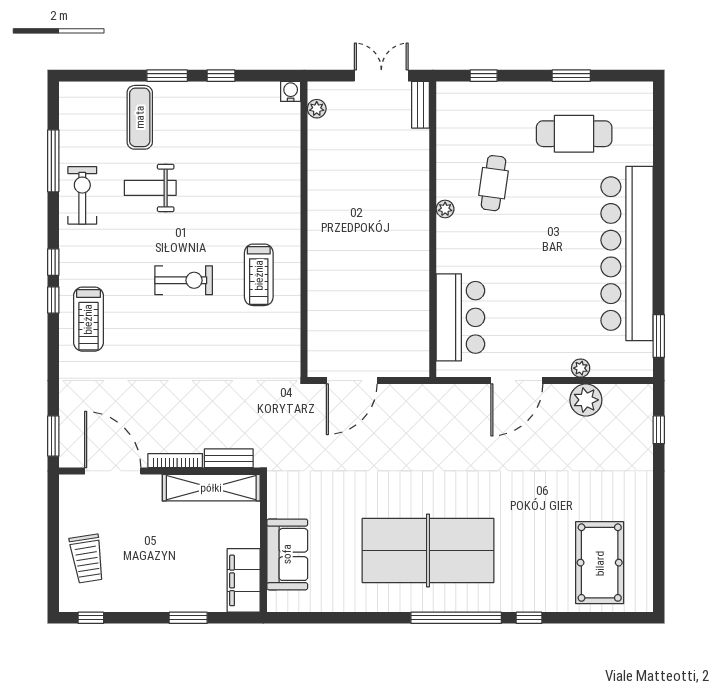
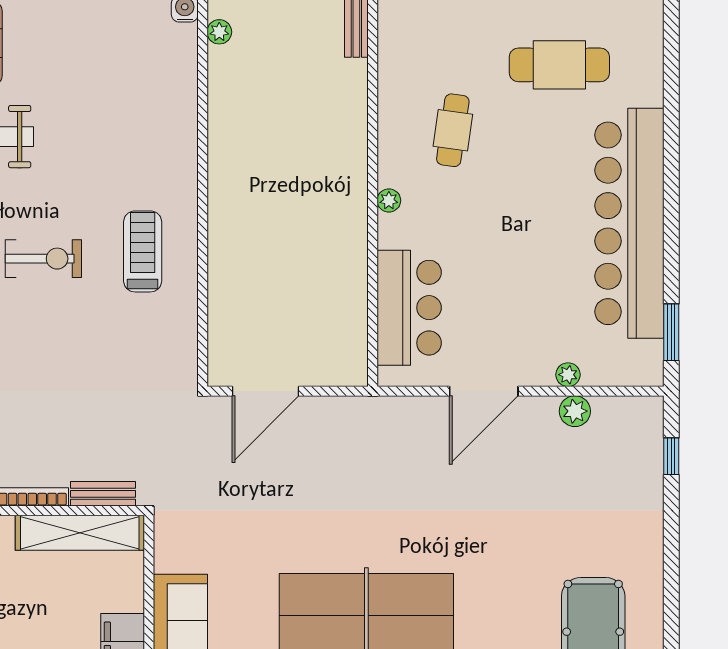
plant: (445, 209) -> (389, 200), moved
treadmill: (259, 275) -> (143, 251), turned 180
plant: (586, 400) -> (575, 411), width x0.73, depth x0.73

